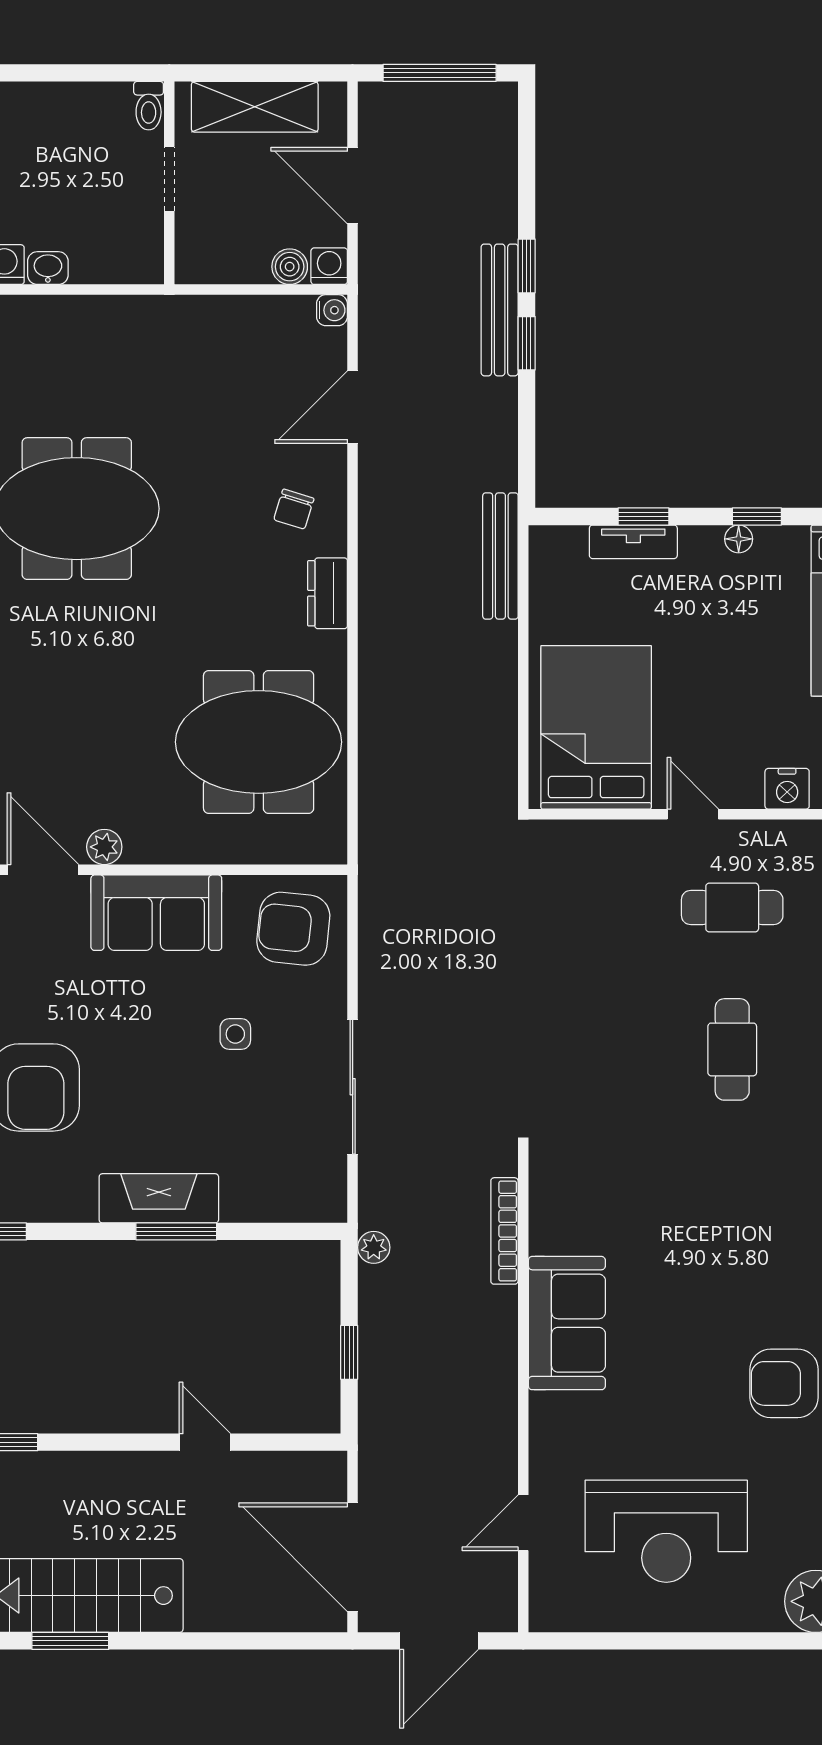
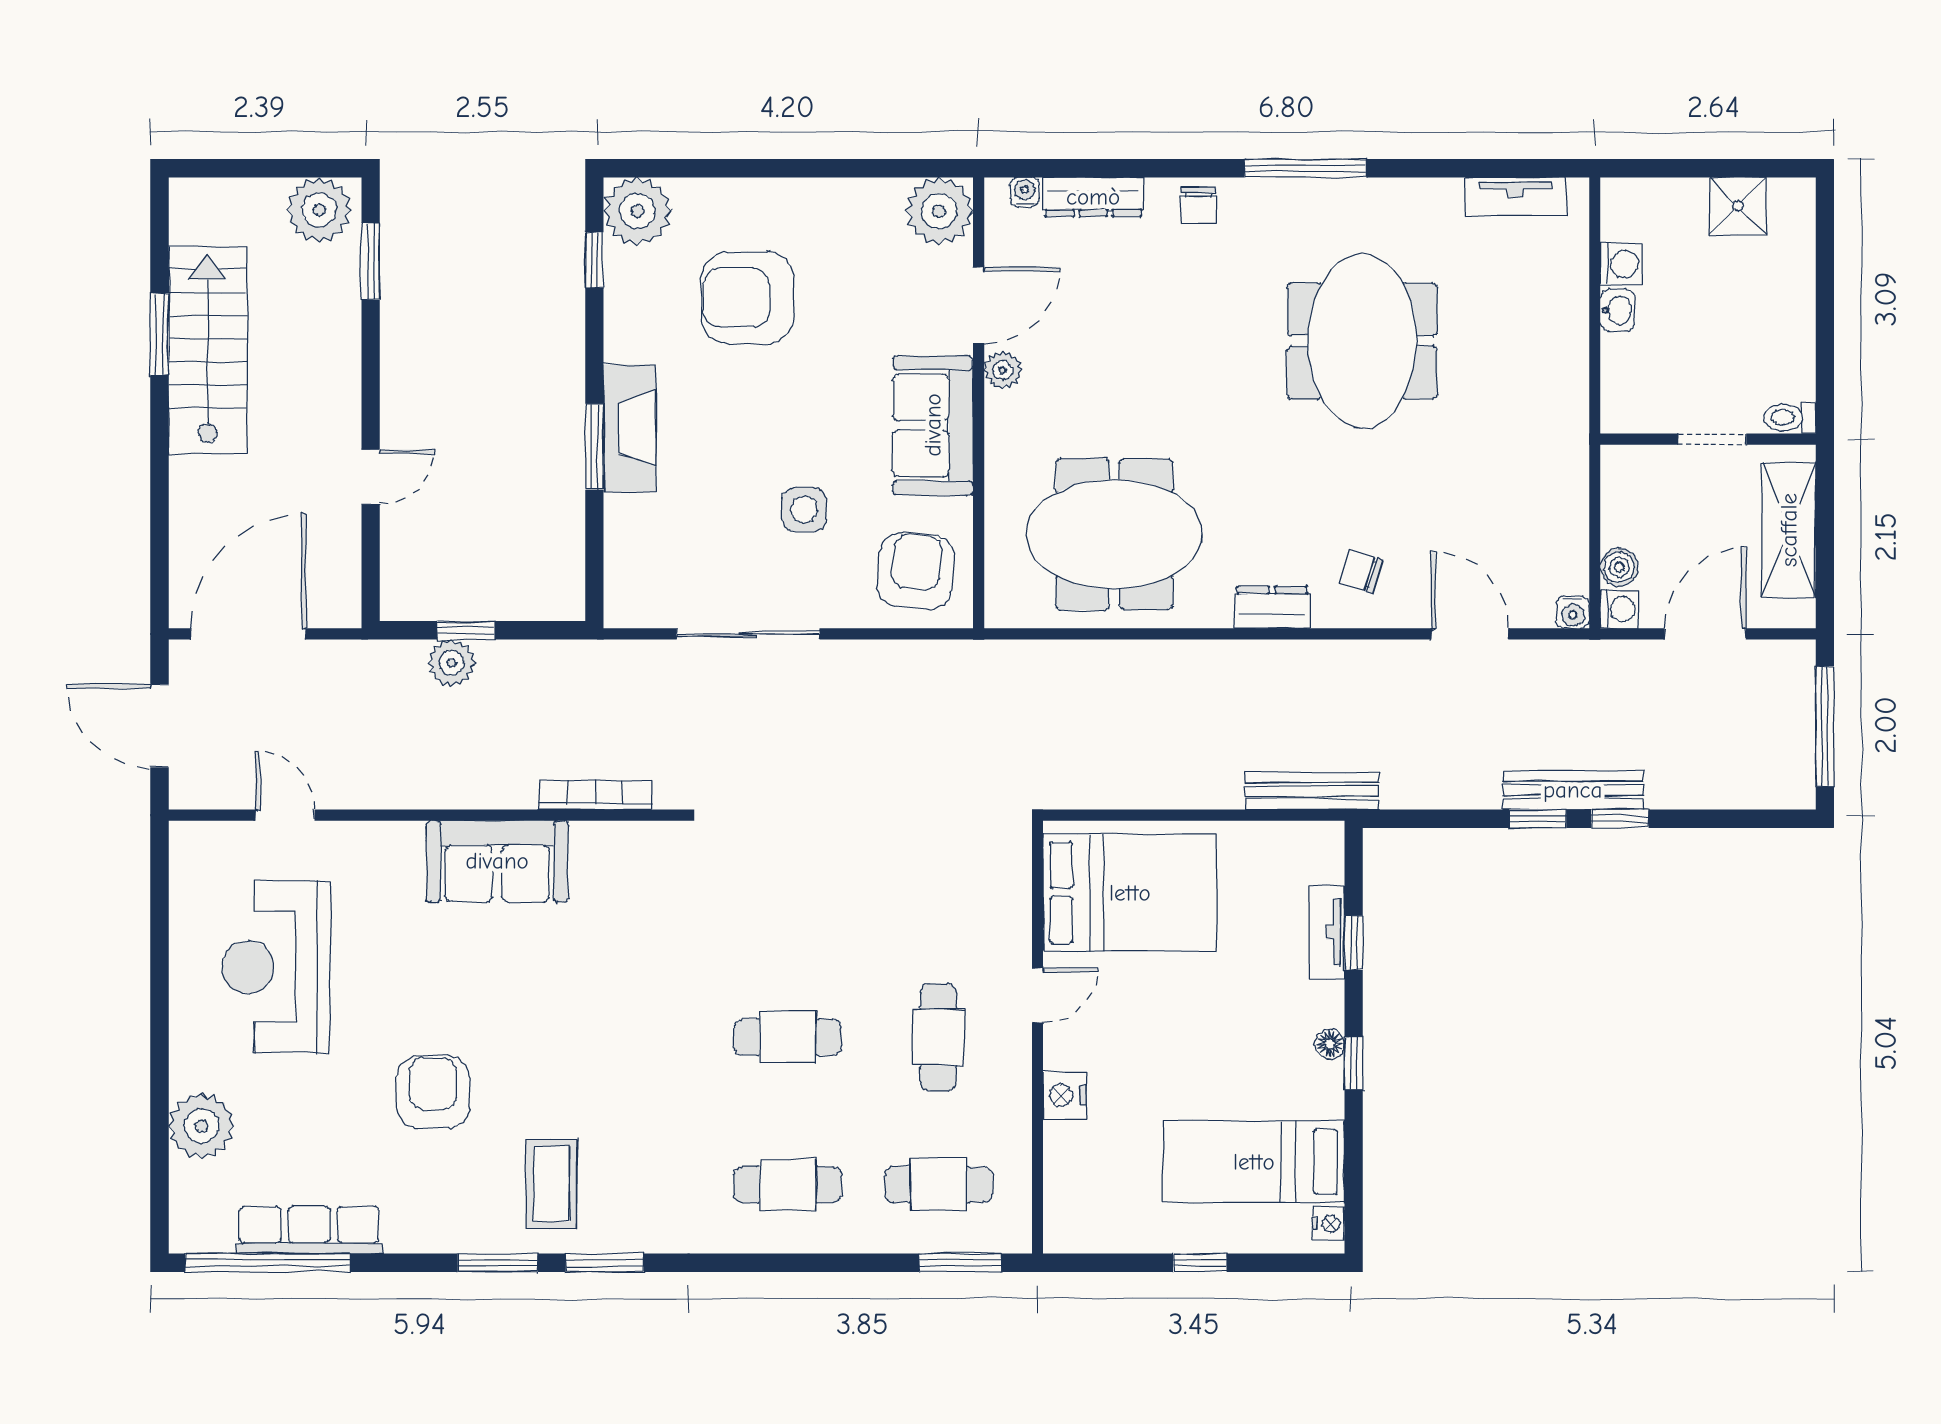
meeting table: (259, 742) -> (1114, 534), turned 90
side table: (235, 1034) -> (804, 509), width x1.37, depth x1.37
plant: (374, 1247) -> (452, 663), moved, width x1.38, depth x1.38

